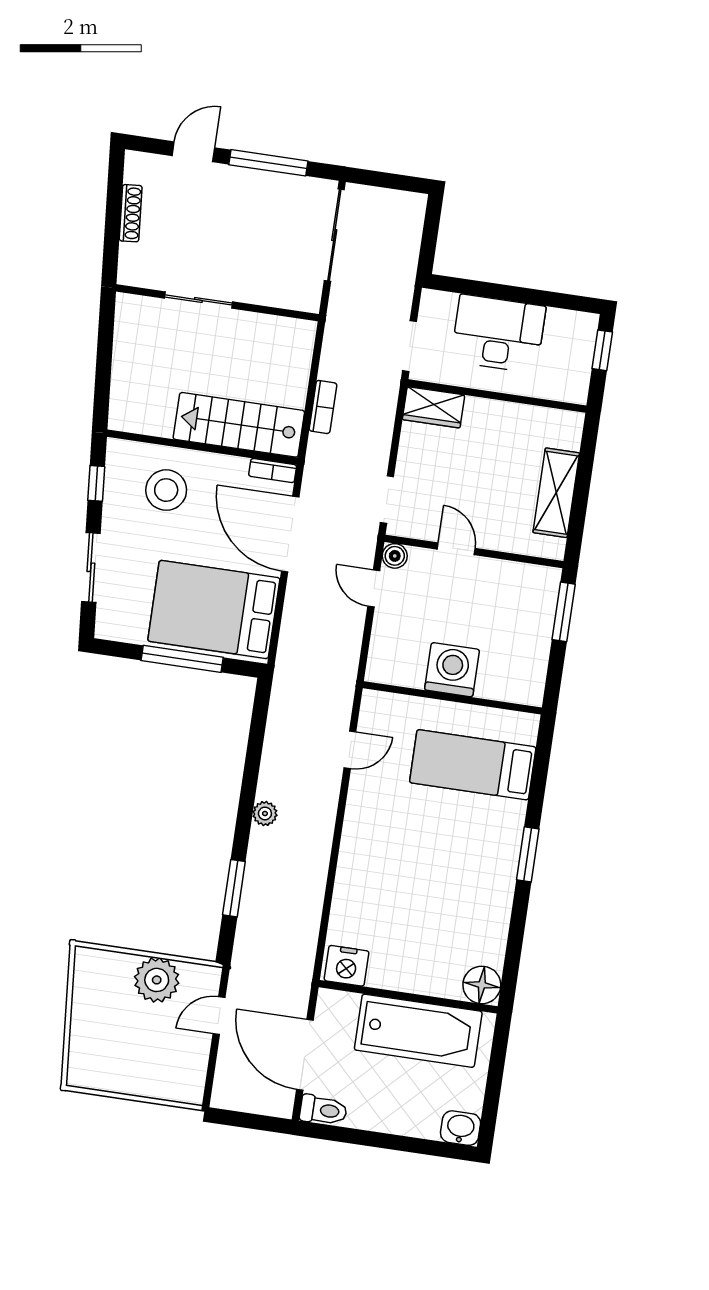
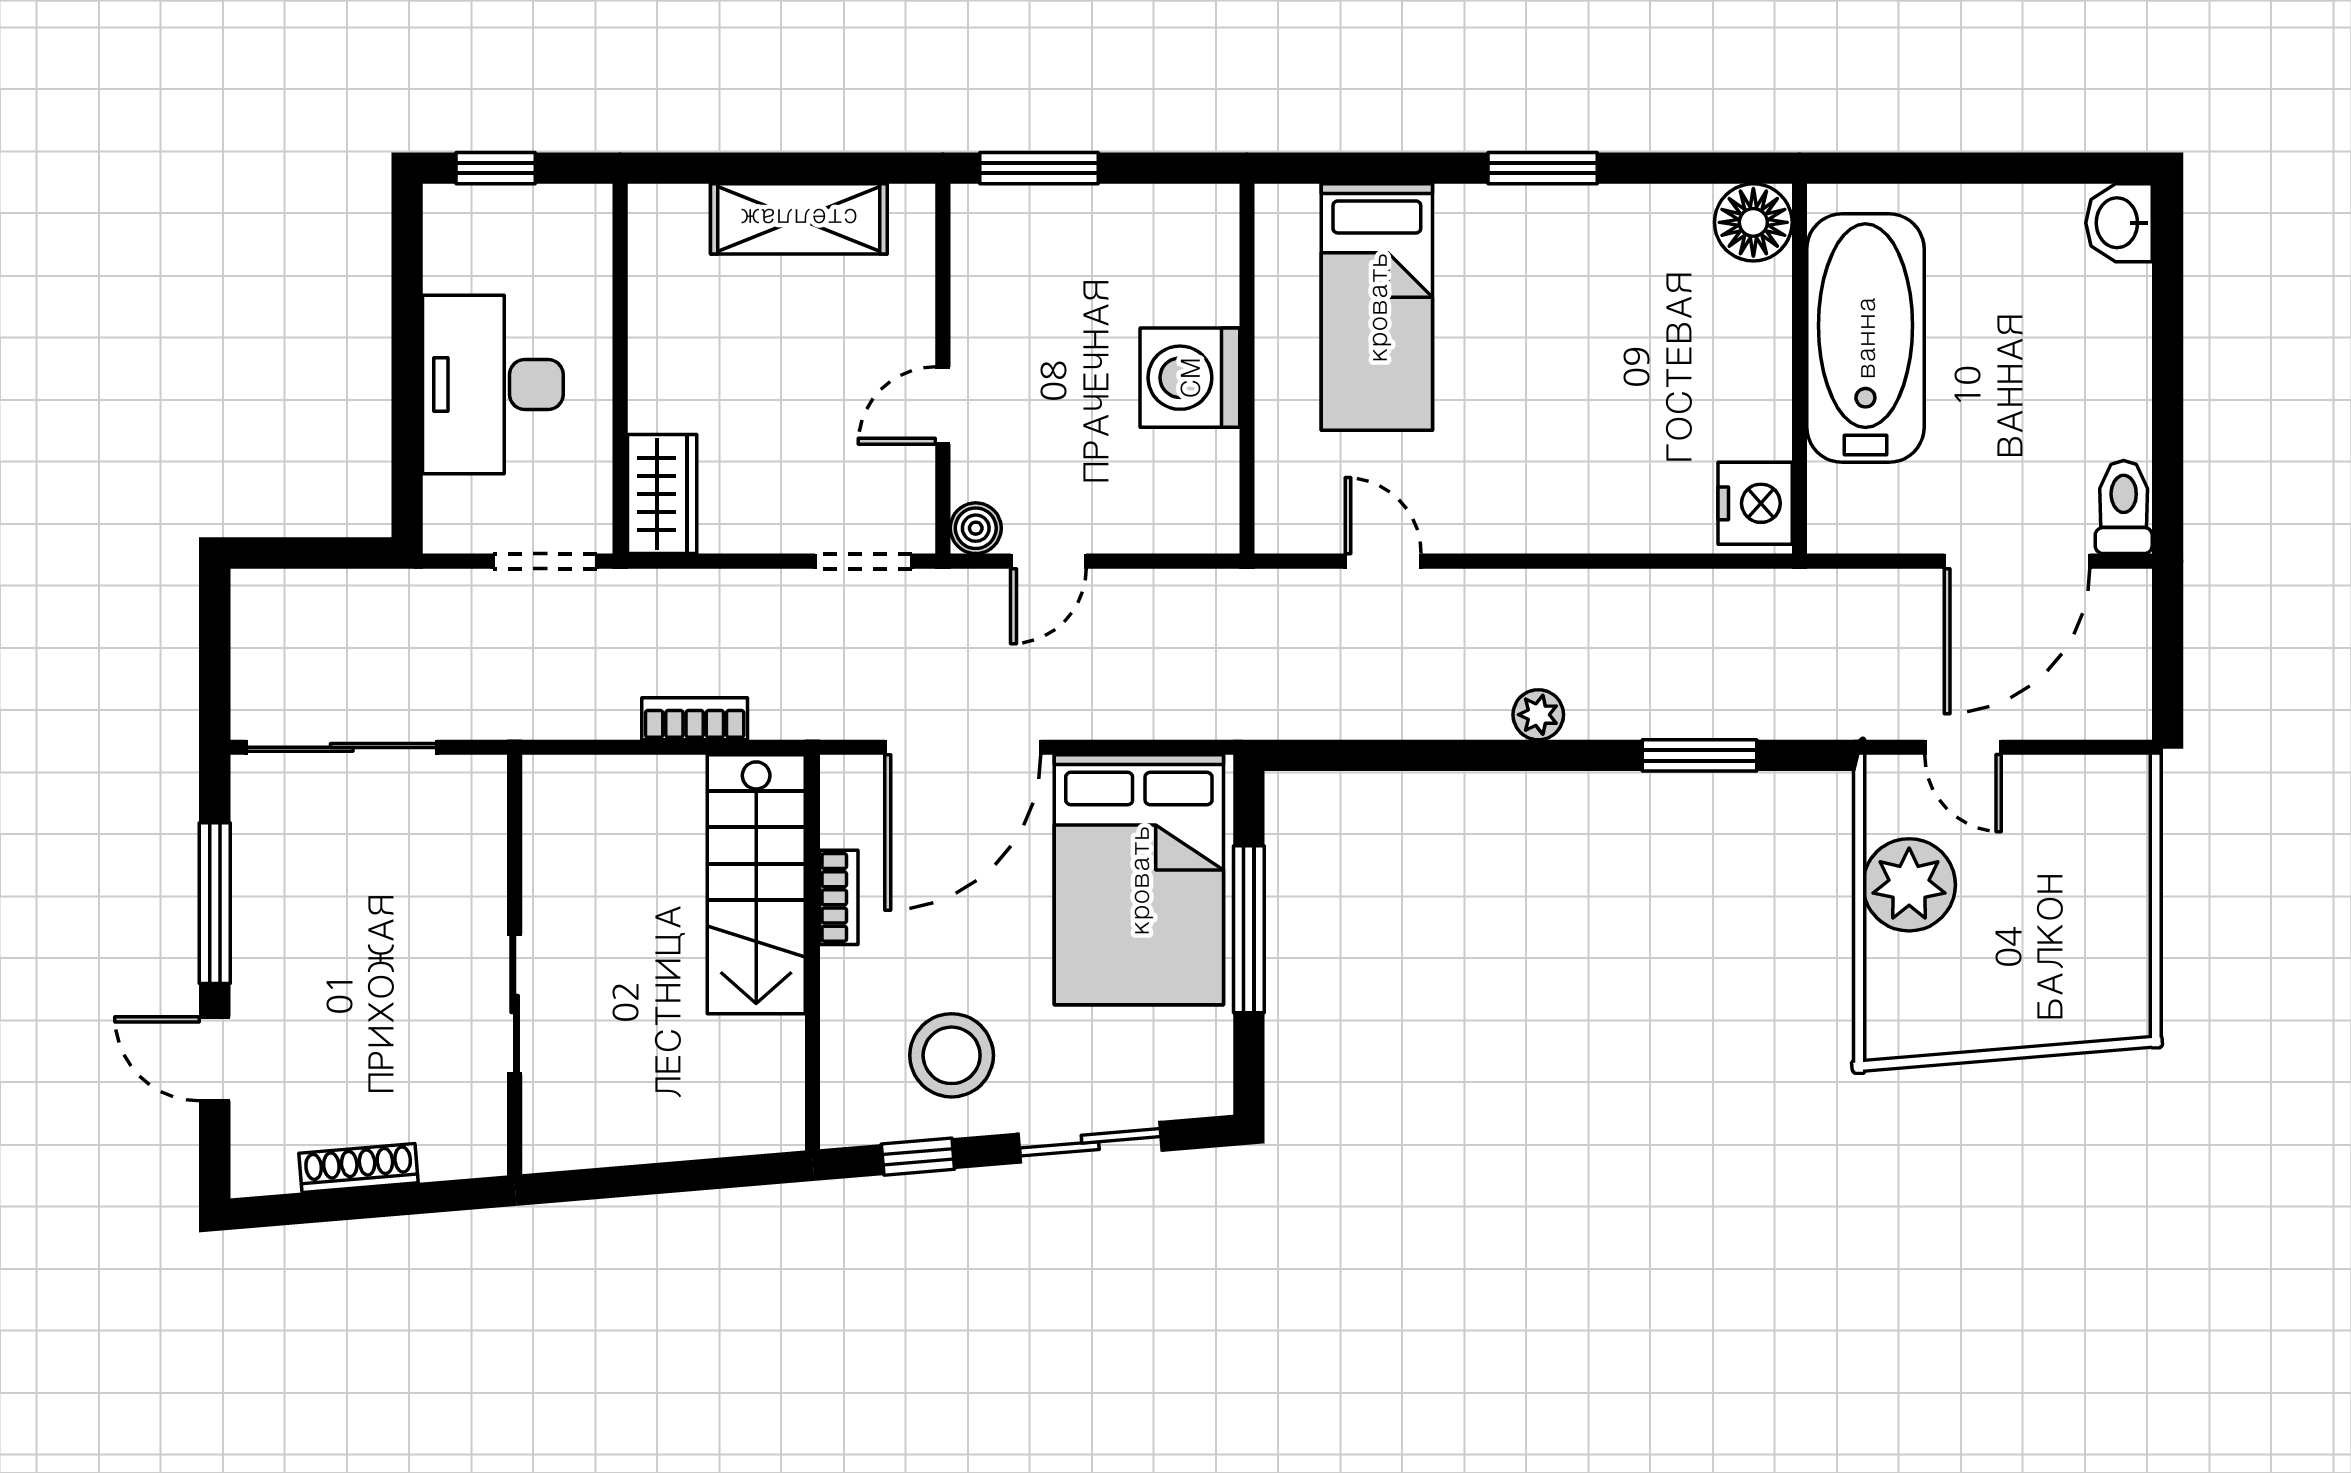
bookcase: (273, 471) -> (839, 897), moved
stool: (166, 490) -> (952, 1055), moved
nightstand: (346, 966) -> (1755, 503), moved
floor lamp: (482, 985) -> (1753, 222), moved
wall: (408, 997) -> (1799, 369), moved
bathtub: (418, 1031) -> (1865, 338), moved

